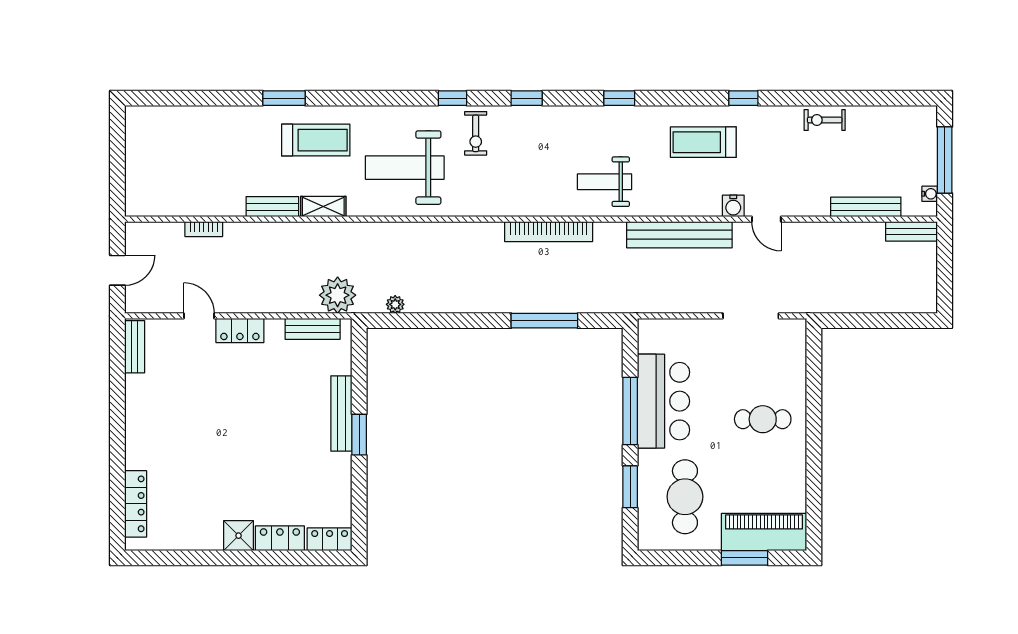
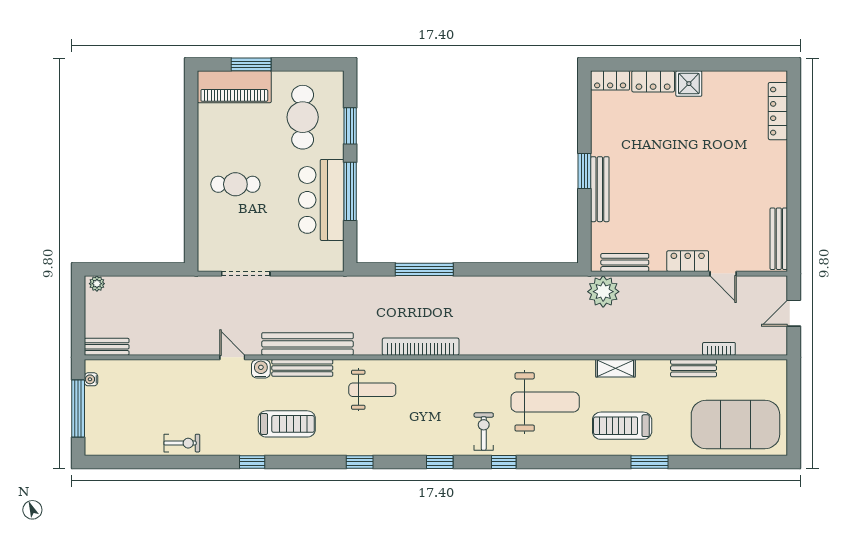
exercise mat: (185, 142) -> (735, 424), added
bench: (272, 207) -> (694, 368), moved
bench: (866, 207) -> (302, 368), moved
plant: (395, 304) -> (97, 284), moved
bench: (135, 347) -> (779, 239), width x1.36

